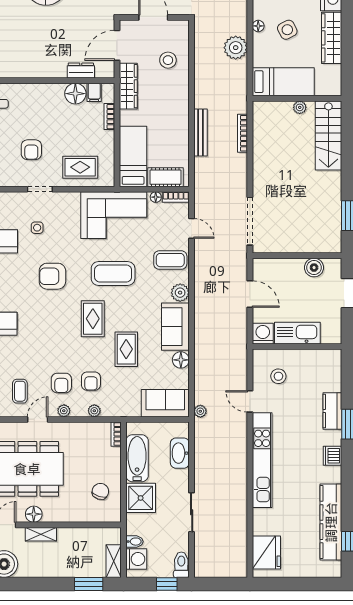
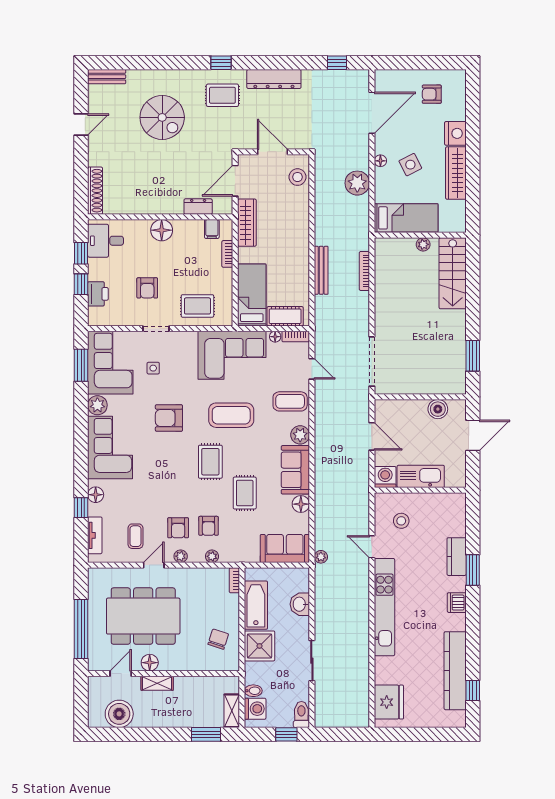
stool: (168, 60) -> (298, 177), moved
floor lamp: (75, 94) -> (162, 230), moved
washbasin: (180, 453) -> (300, 604), width x0.72

